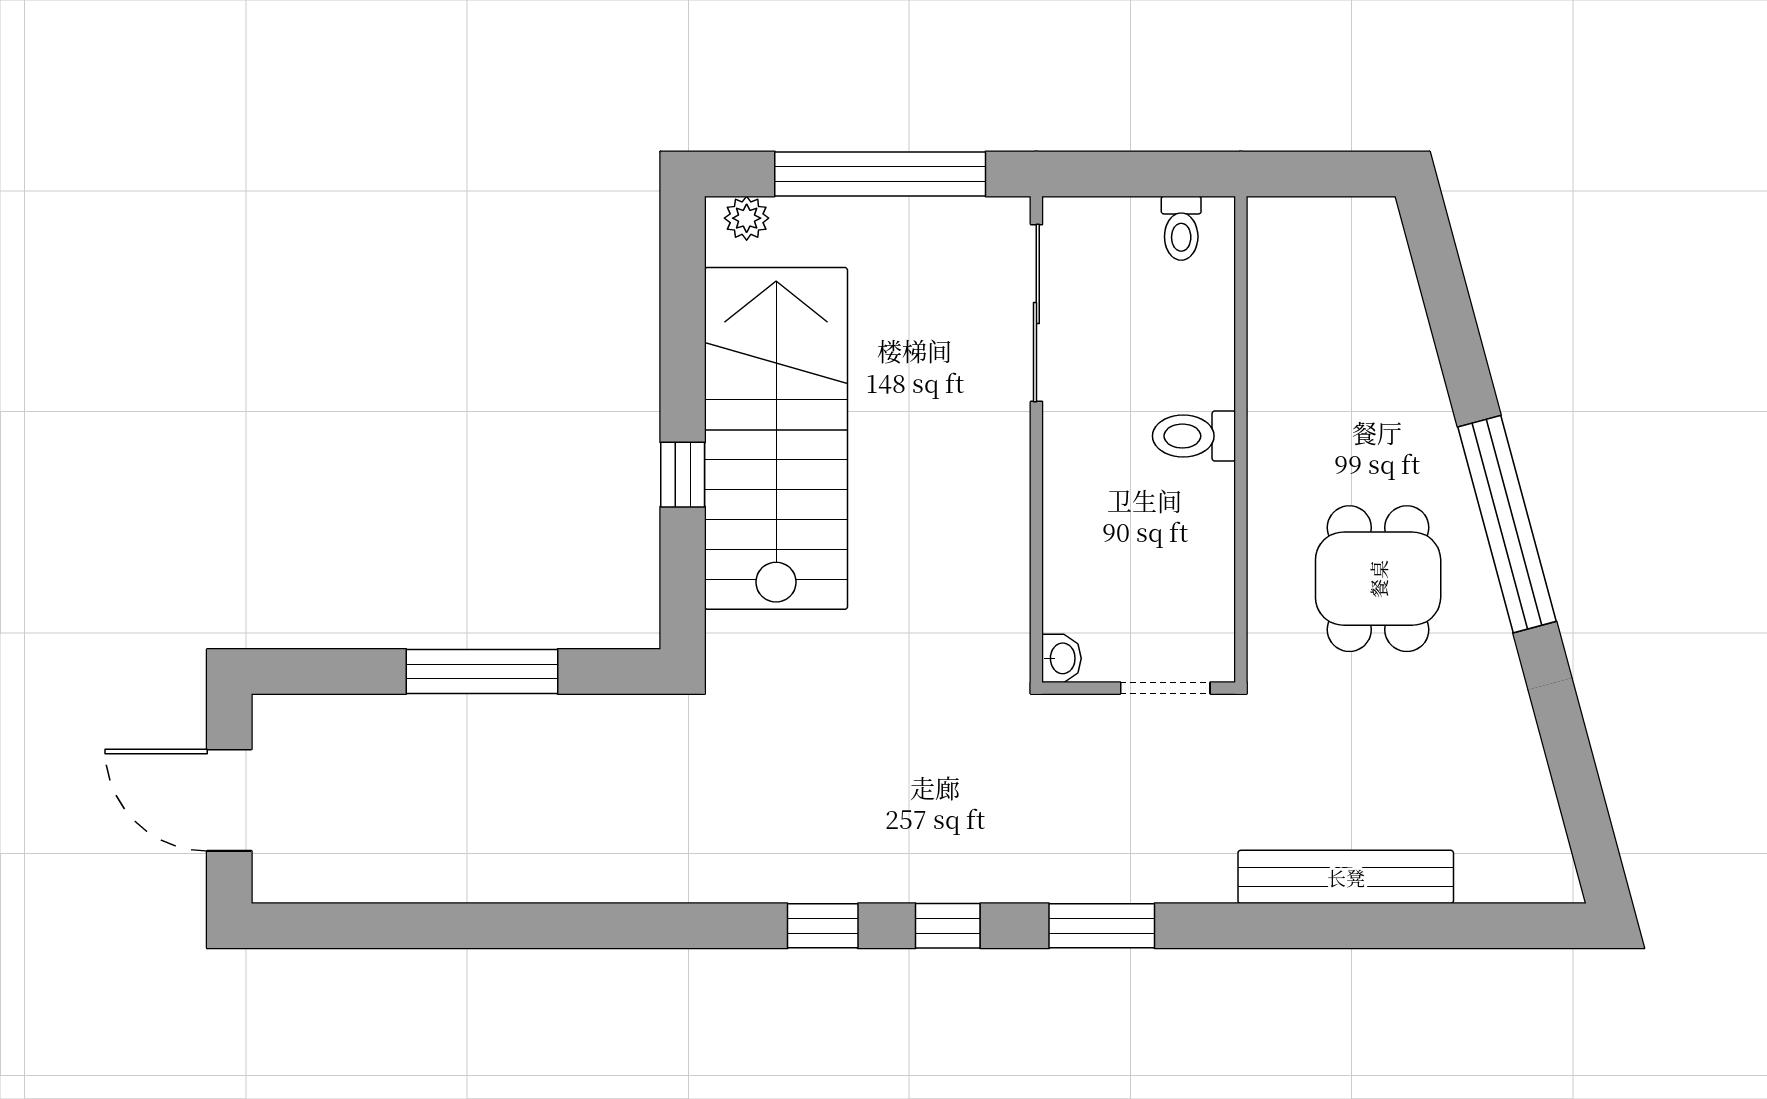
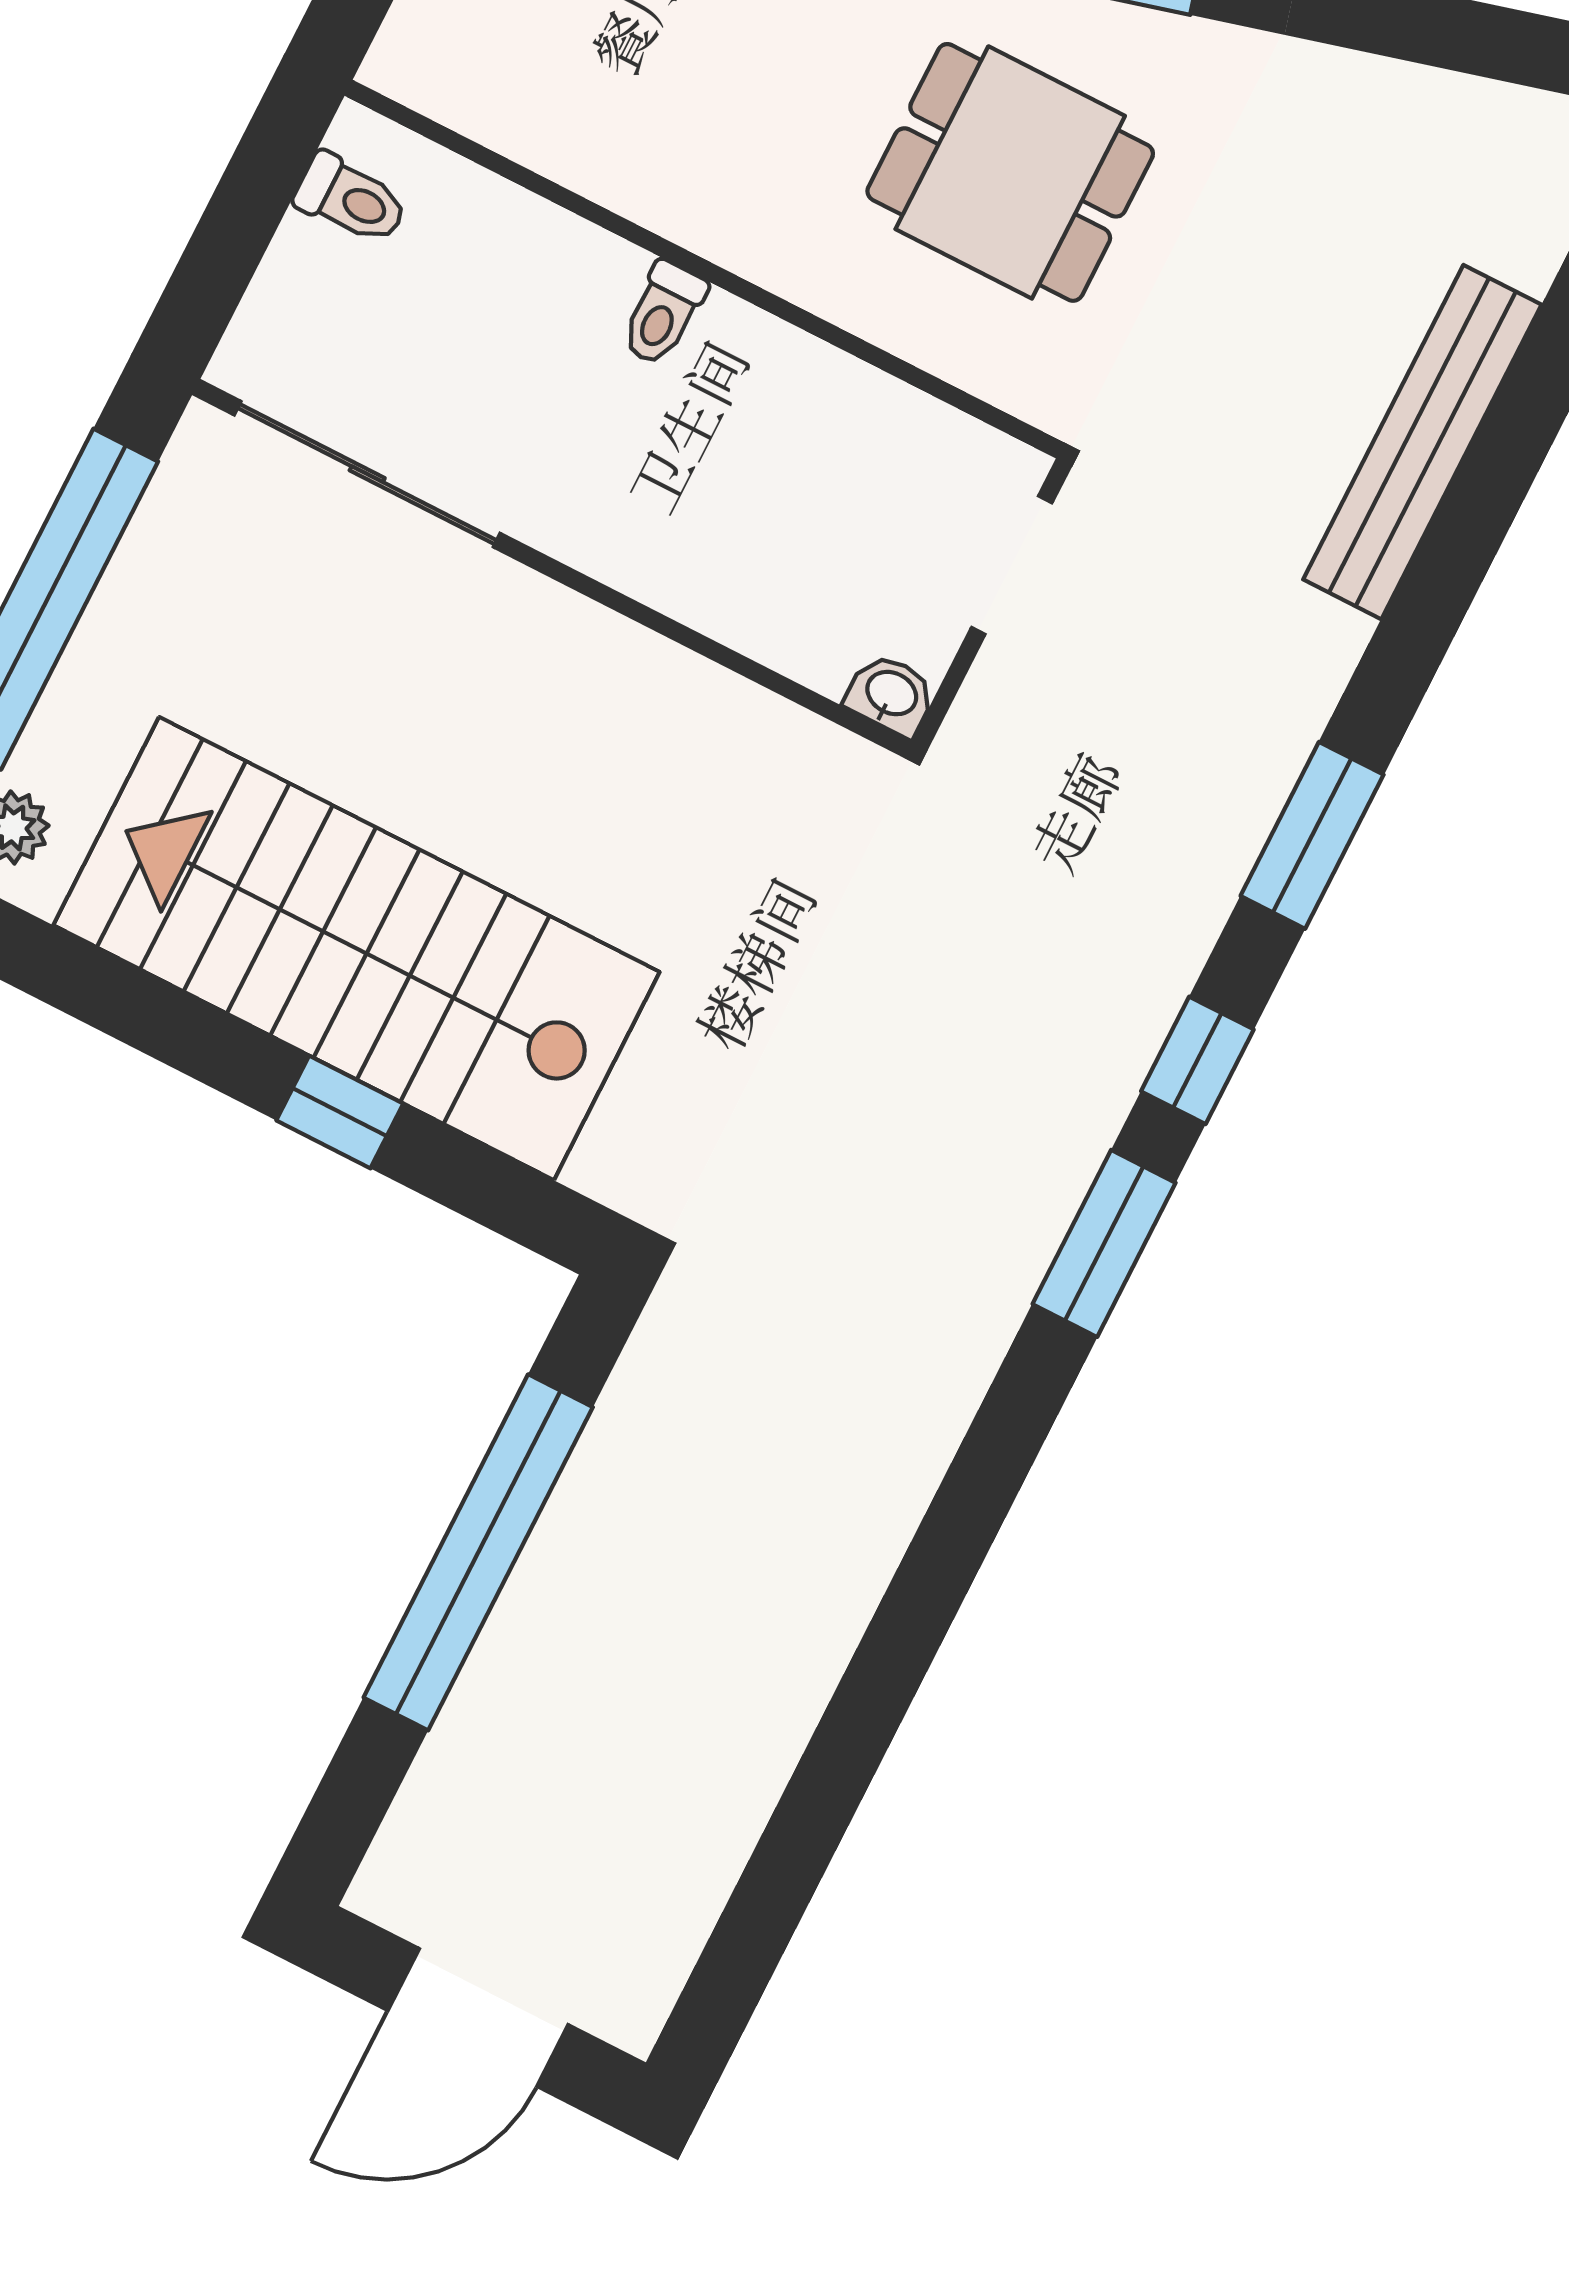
toilet: (1194, 436) -> (663, 313), width x0.73, depth x0.72
window: (482, 671) -> (478, 1552), width x1.46
window: (823, 926) -> (1104, 1243), width x1.50

